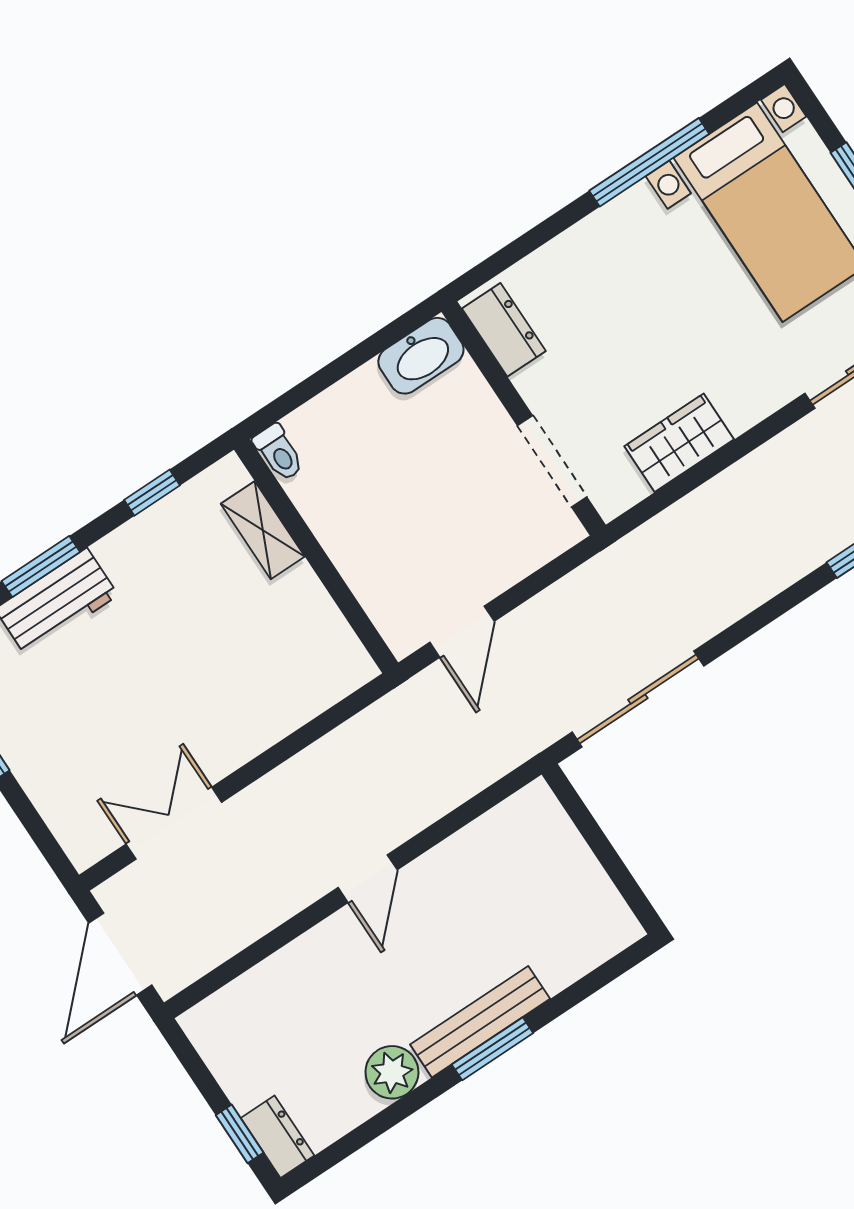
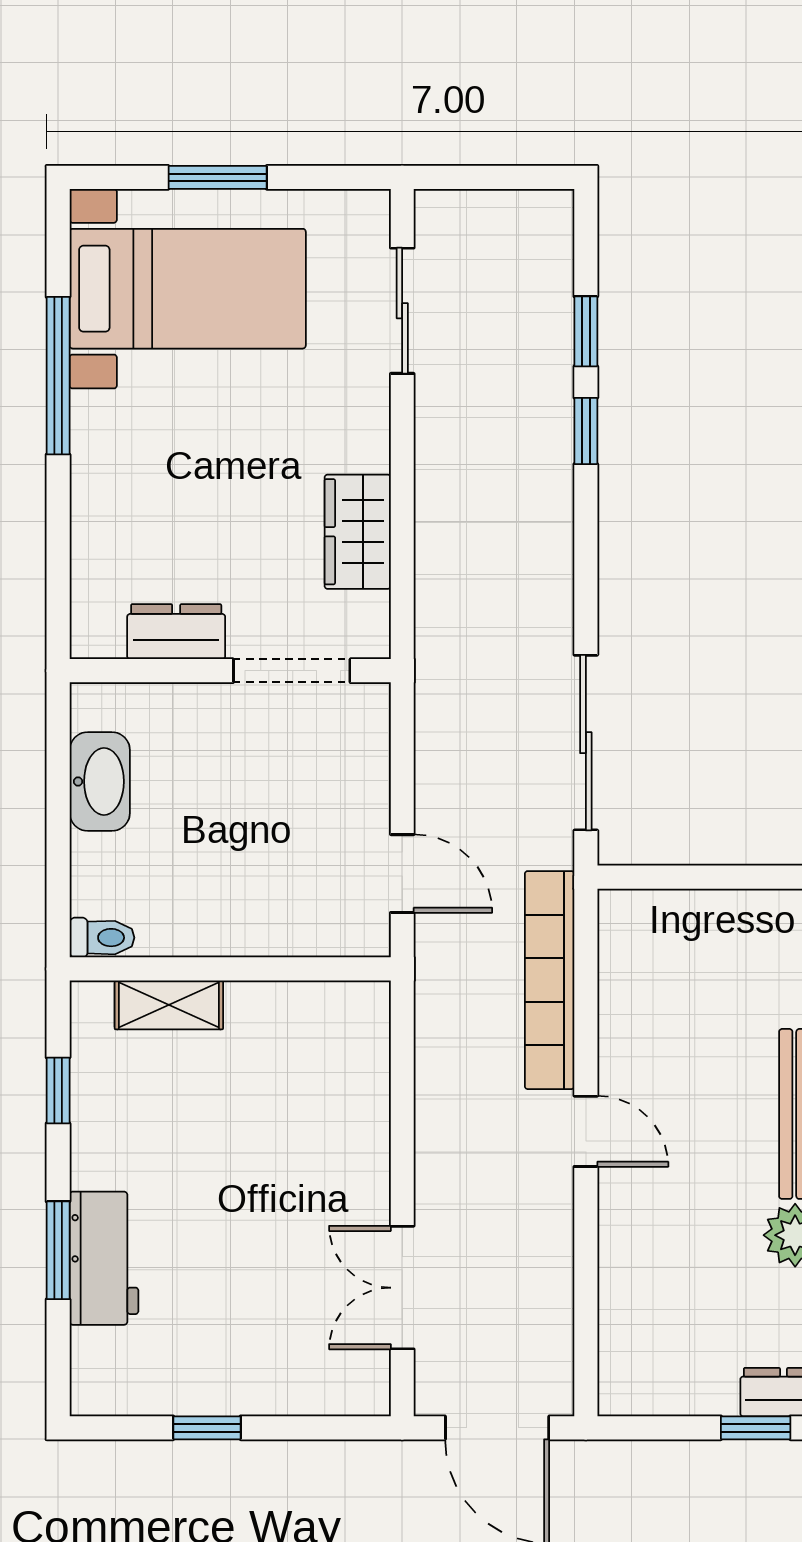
dresser: (504, 330) -> (176, 632), moved
washbasin: (421, 356) -> (100, 781), moved
bookcase: (456, 784) -> (550, 980), added

